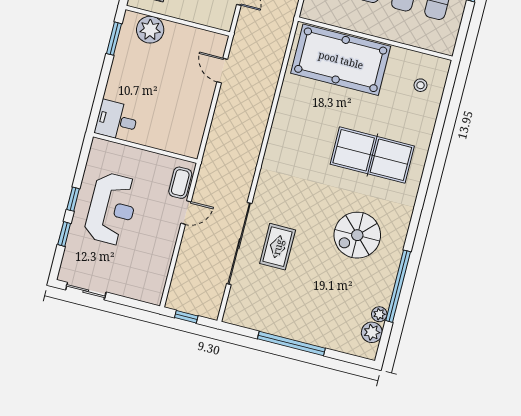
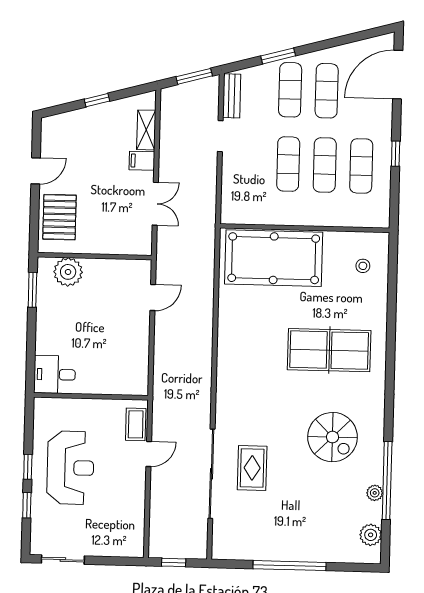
door: (222, 71) -> (153, 298), swing flipped
spiral stairs: (357, 235) -> (332, 437), turned -90
plant: (379, 314) -> (375, 493), moved

